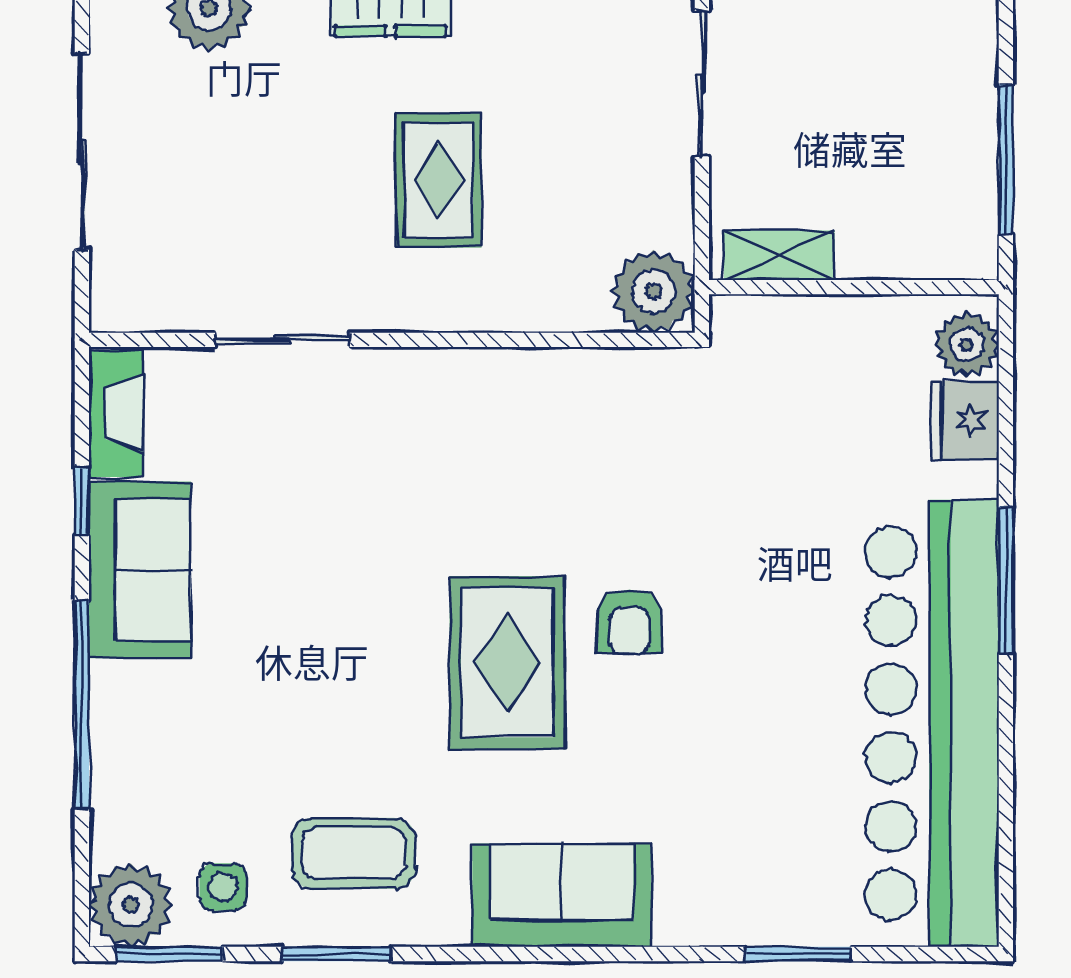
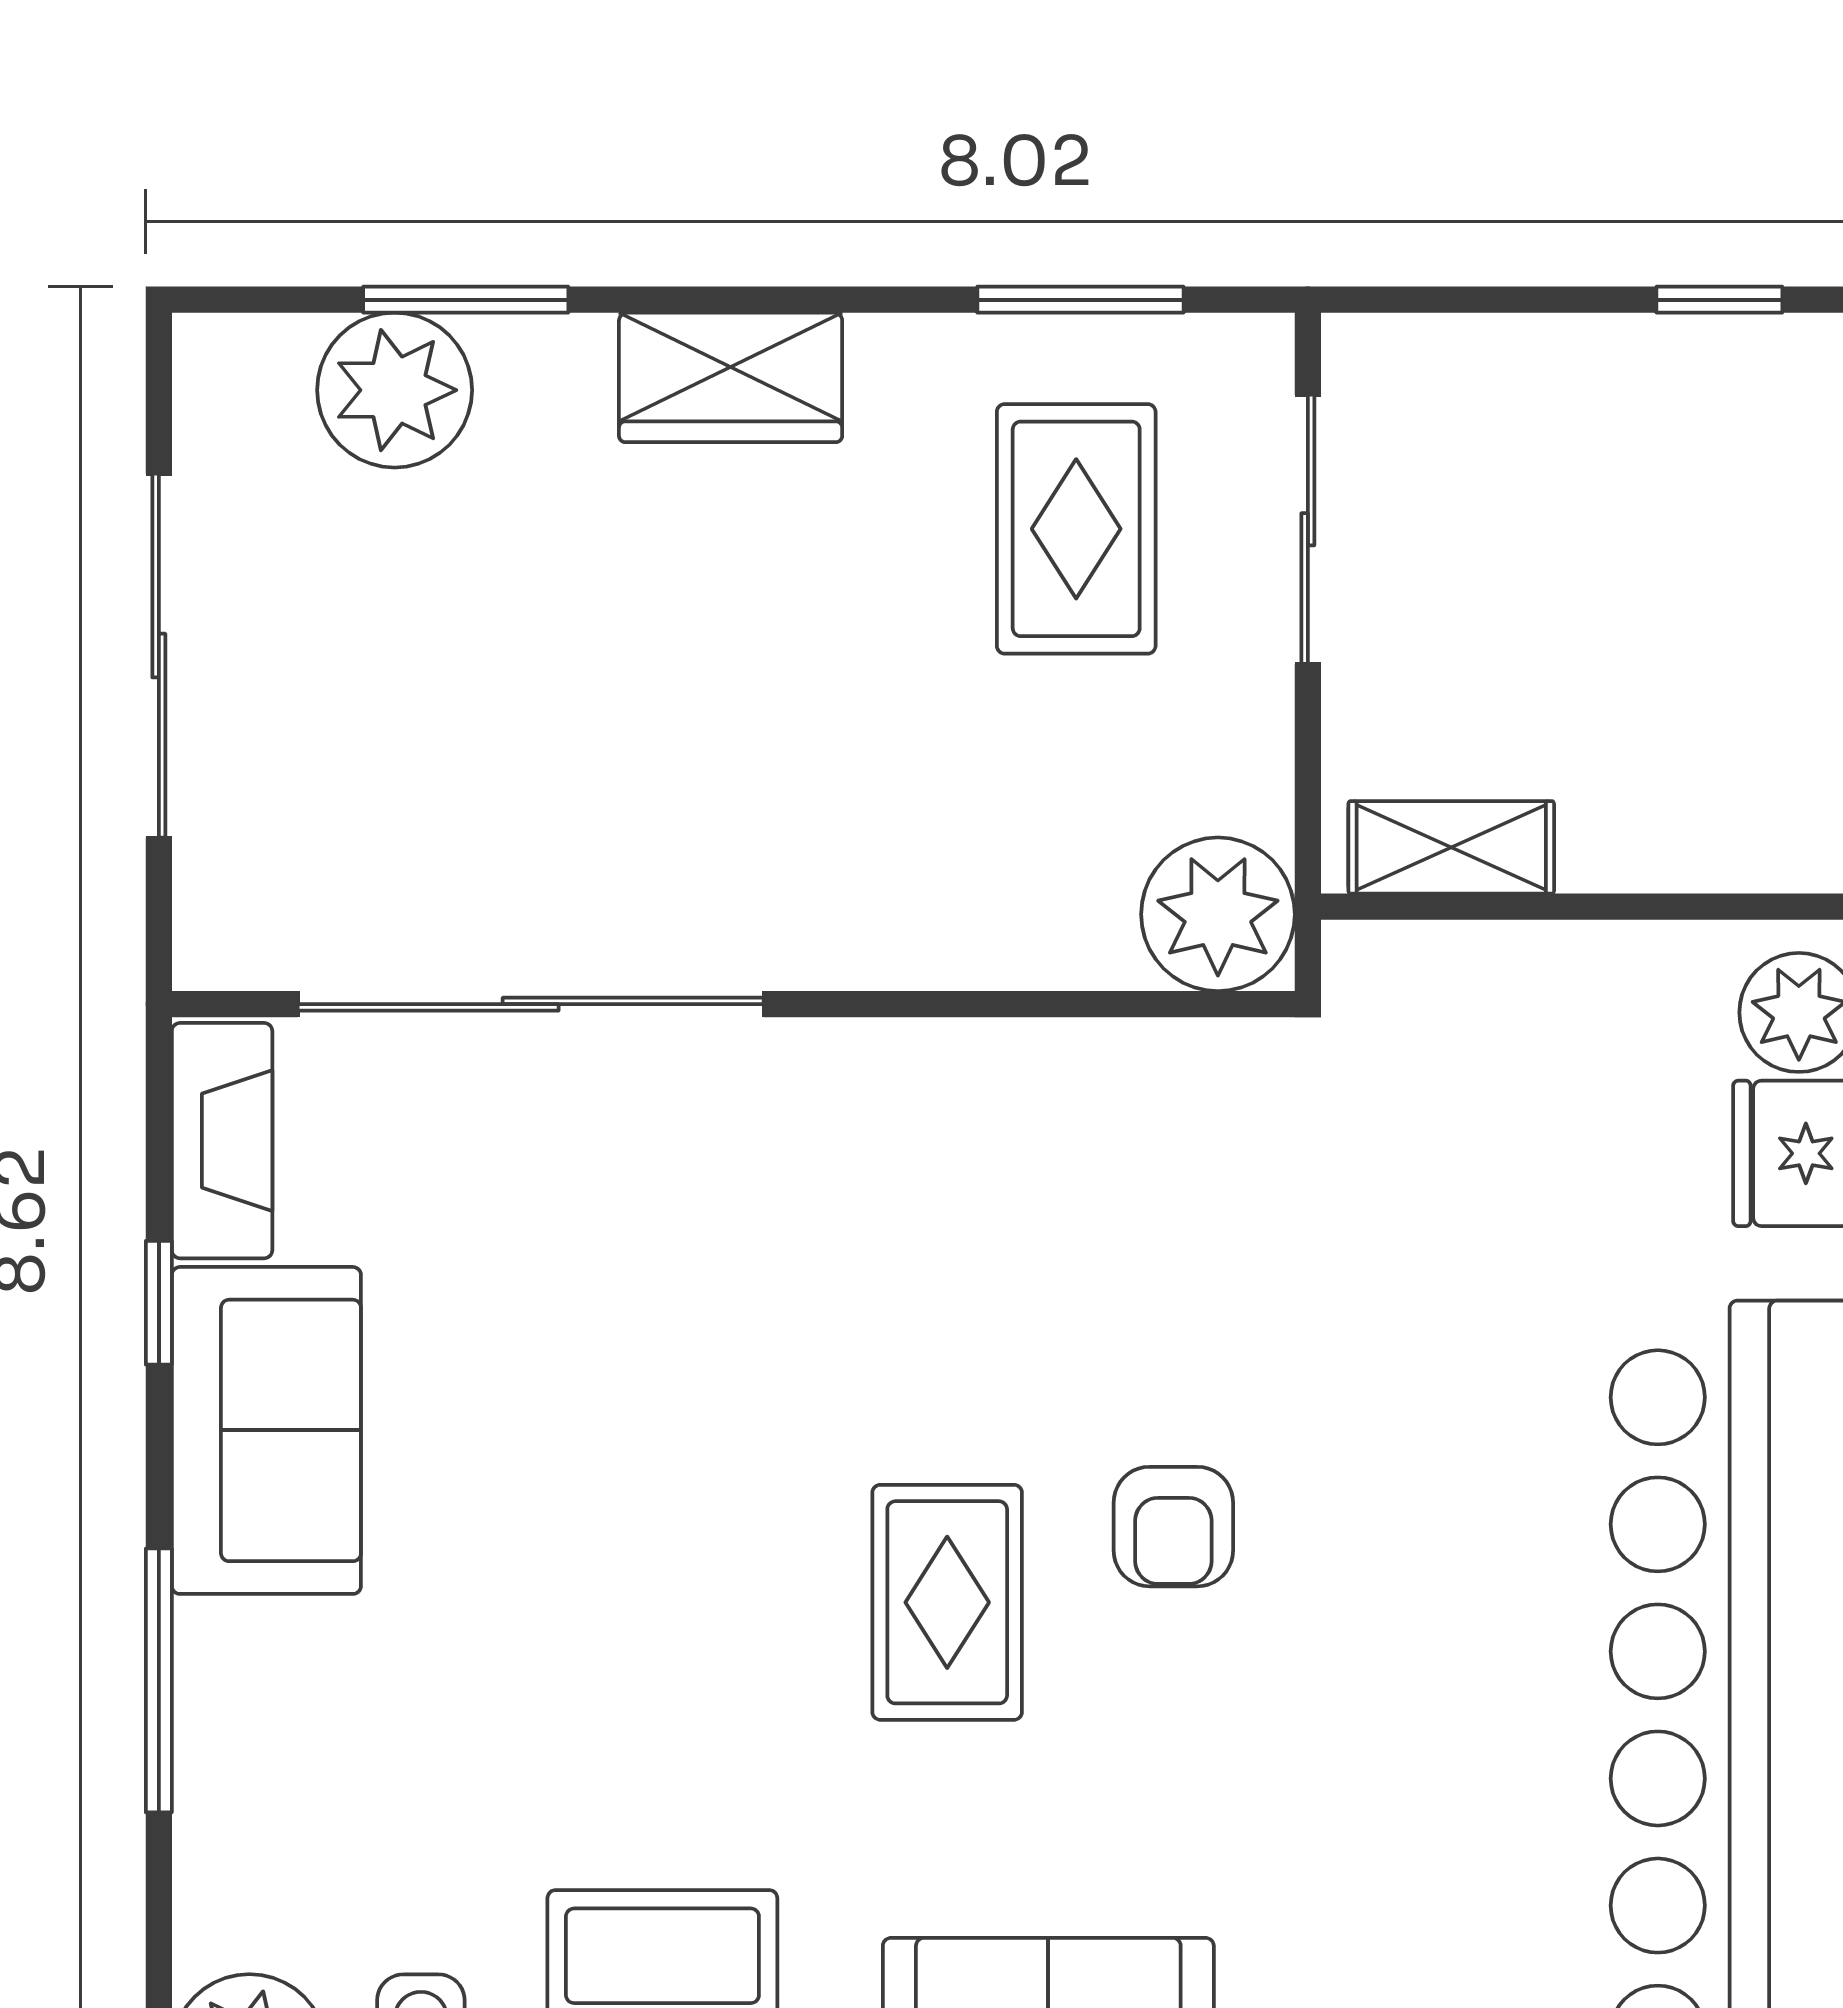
rug: (439, 180) -> (1076, 529), moved
sliding door: (282, 340) -> (531, 1004), width x1.86
rug: (507, 663) -> (947, 1602), width x0.73, depth x0.70
window: (82, 705) -> (159, 1680), width x0.68

